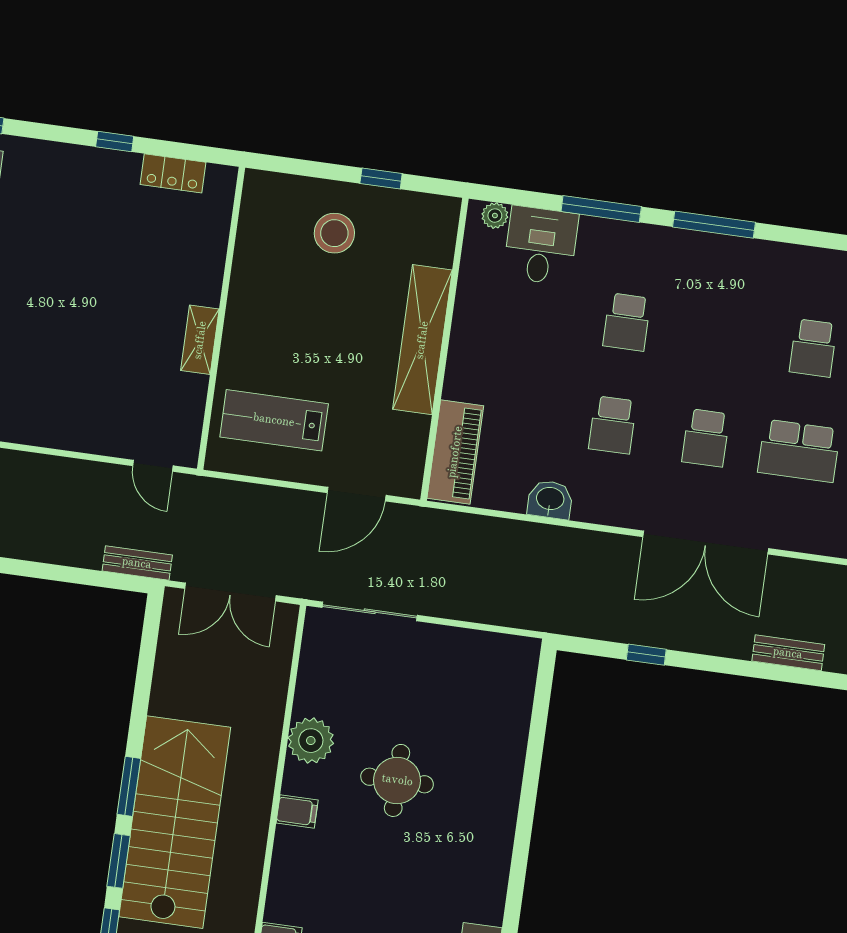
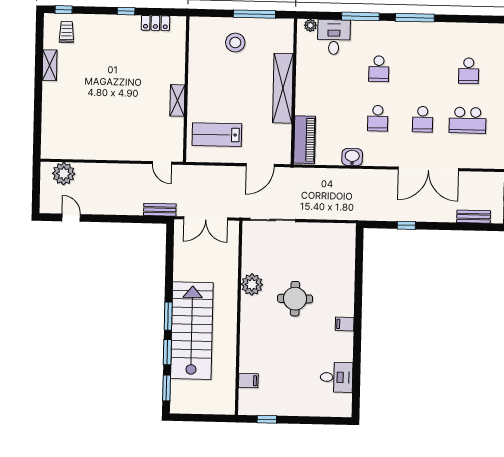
window: (381, 178) -> (254, 14), width x2.17
filing cabinet: (297, 811) -> (345, 324), moved, turned 180

